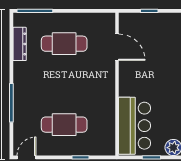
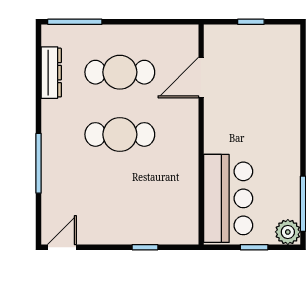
door: (117, 47) -> (201, 77), swing flipped
cafe table: (64, 125) -> (120, 134), moved

